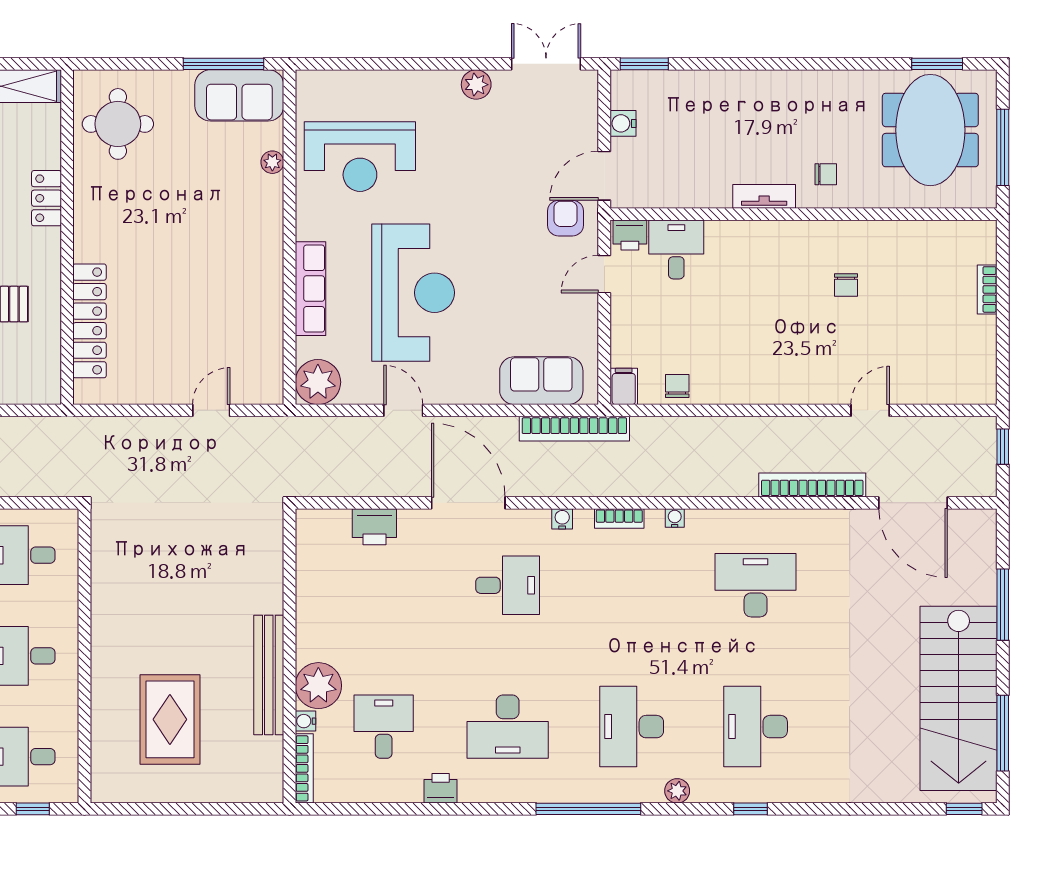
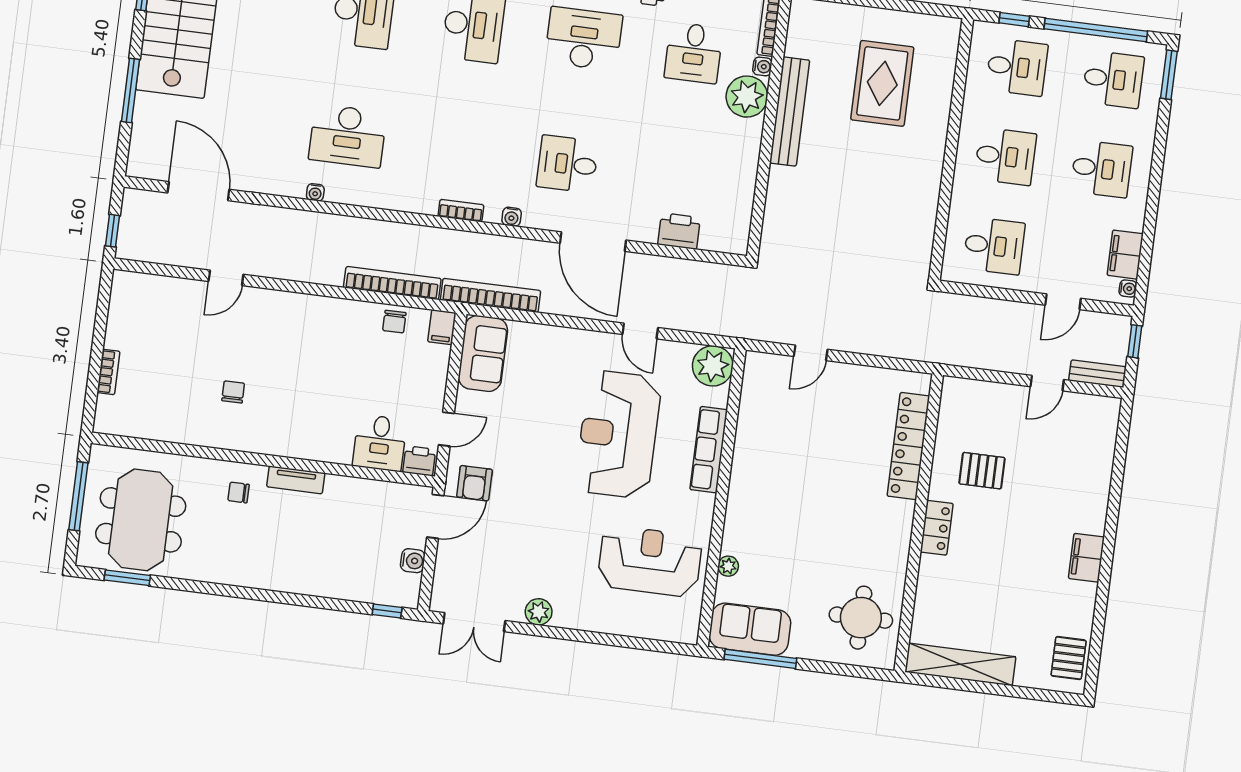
window: (644, 64) -> (387, 611), width x0.67
locker: (47, 198) -> (937, 528), moved
sofa: (541, 381) -> (483, 353), moved, turned -90
bookcase: (812, 485) -> (392, 283), moved, turned 180
water cooler: (675, 518) -> (315, 192), moved

